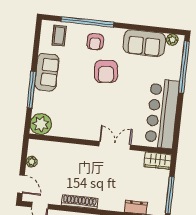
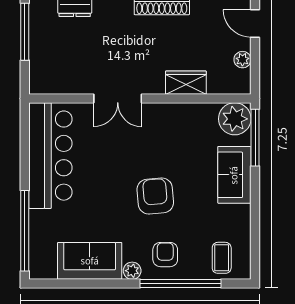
plant: (172, 40) -> (132, 271), moved
sofa: (47, 72) -> (234, 175), moved
armchair: (106, 72) -> (155, 196), moved
window: (31, 90) -> (255, 138), moved
wardrobe: (158, 161) -> (186, 83), moved

